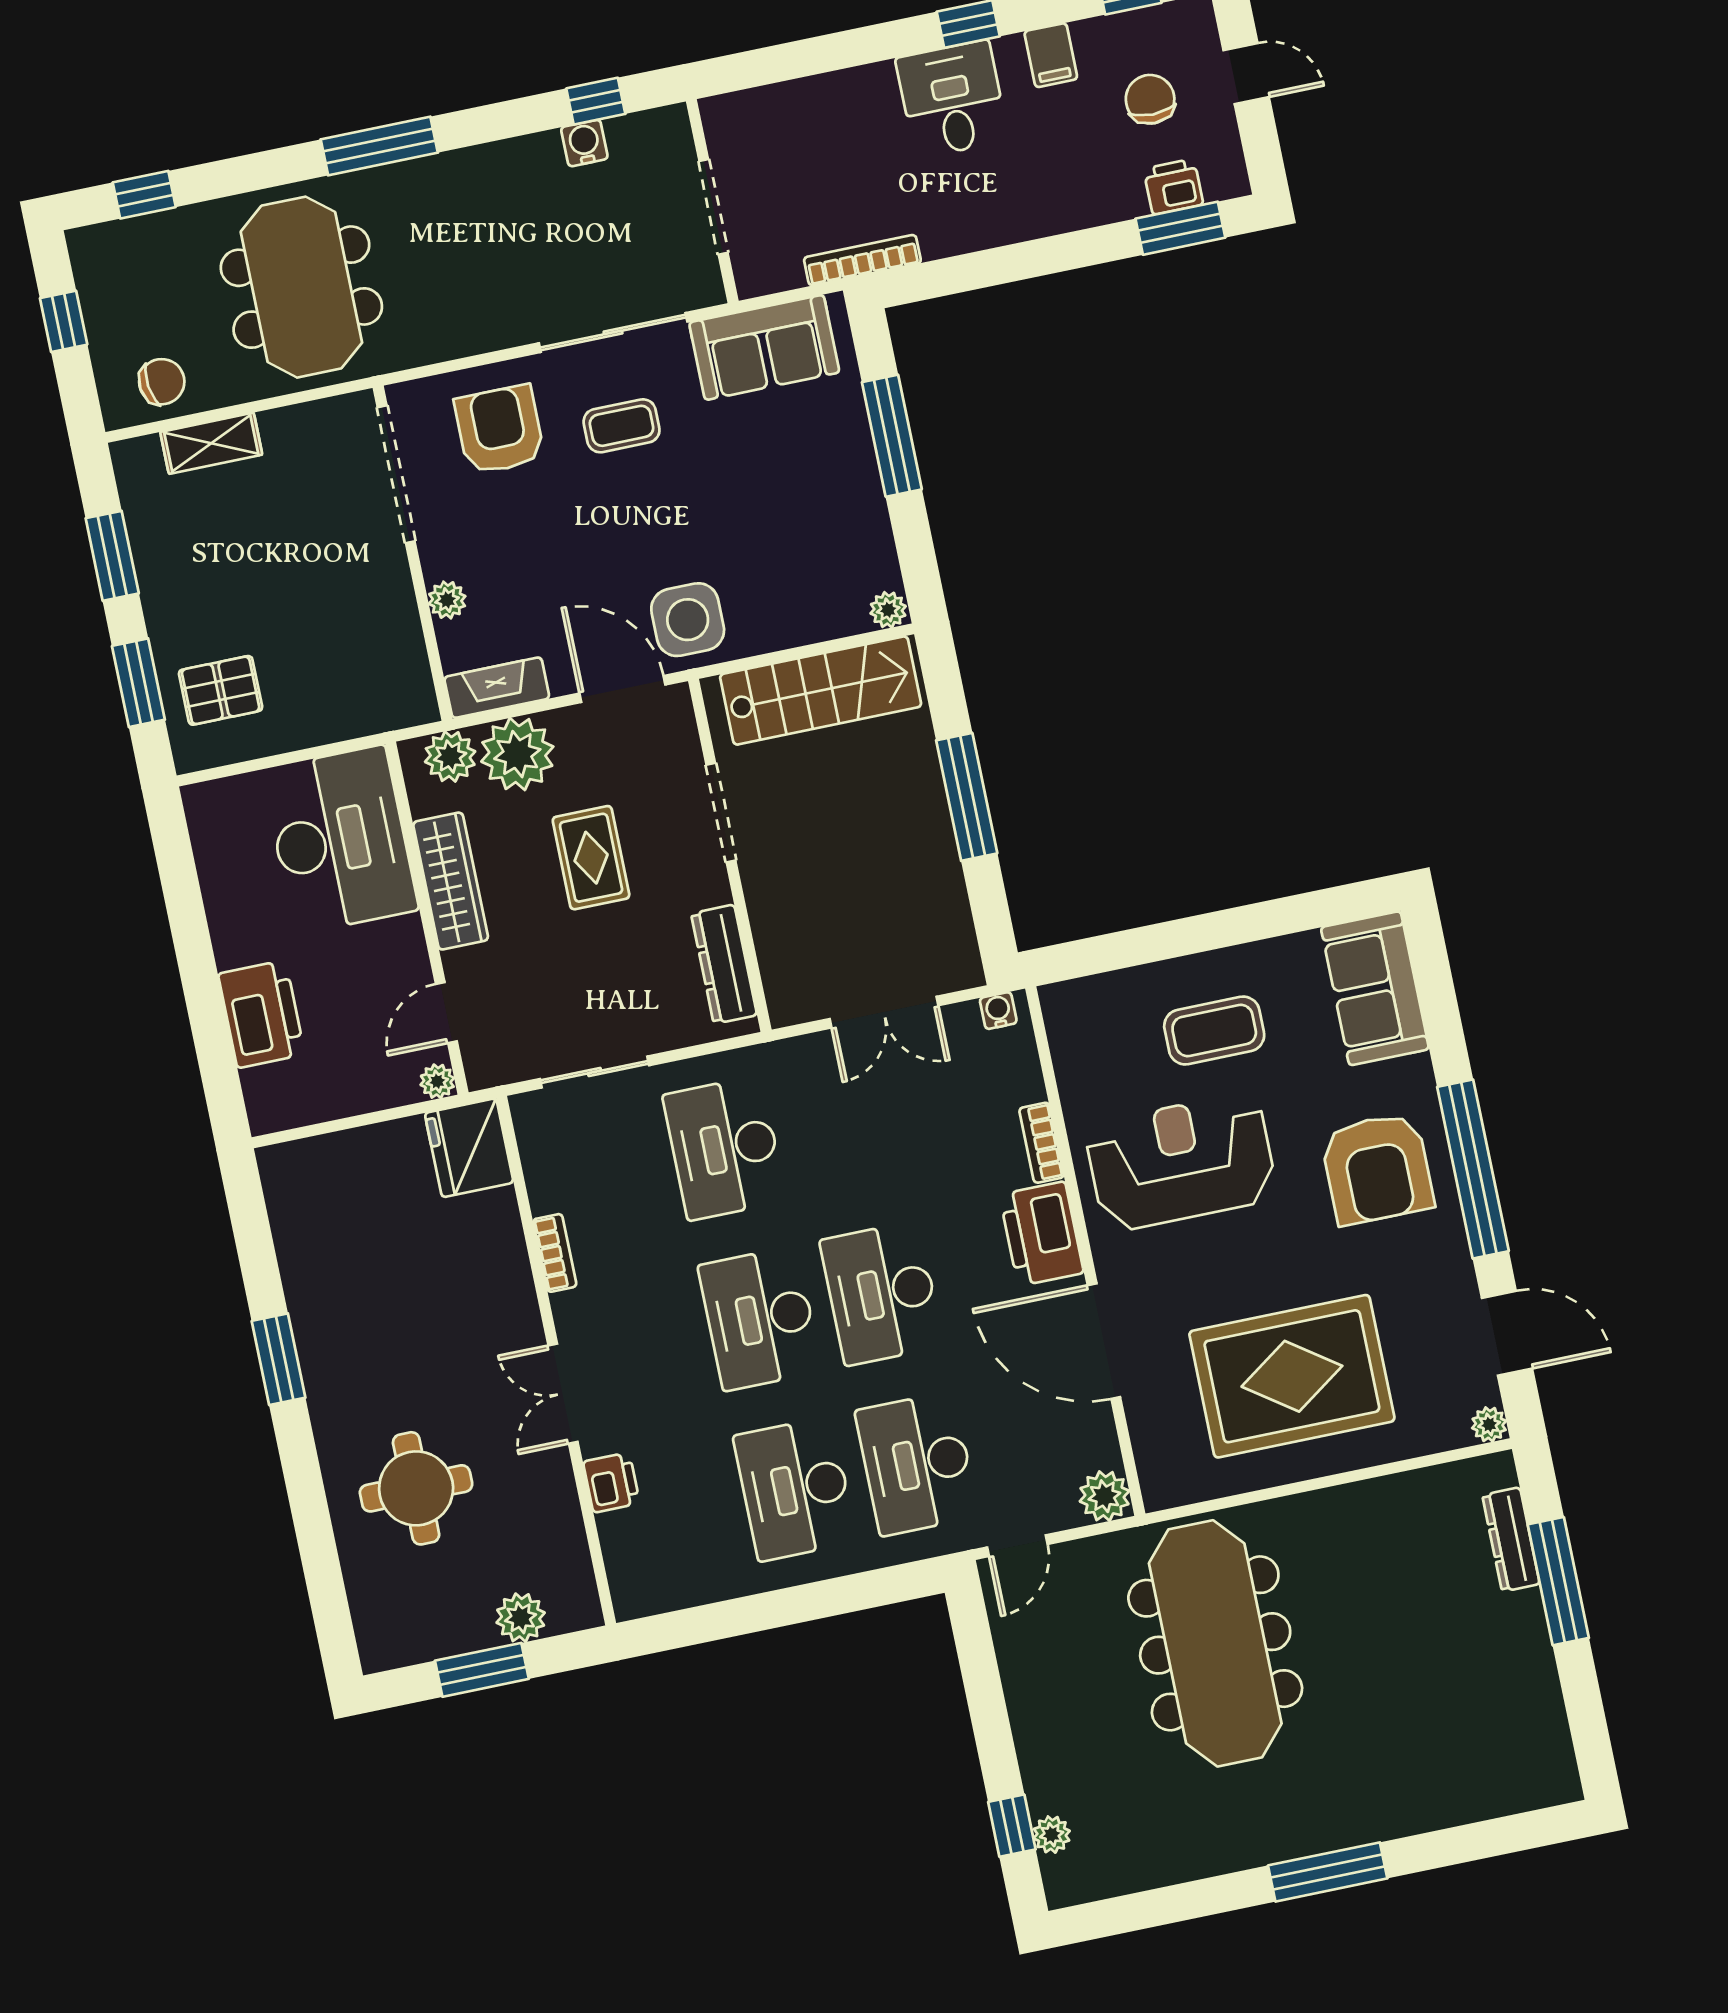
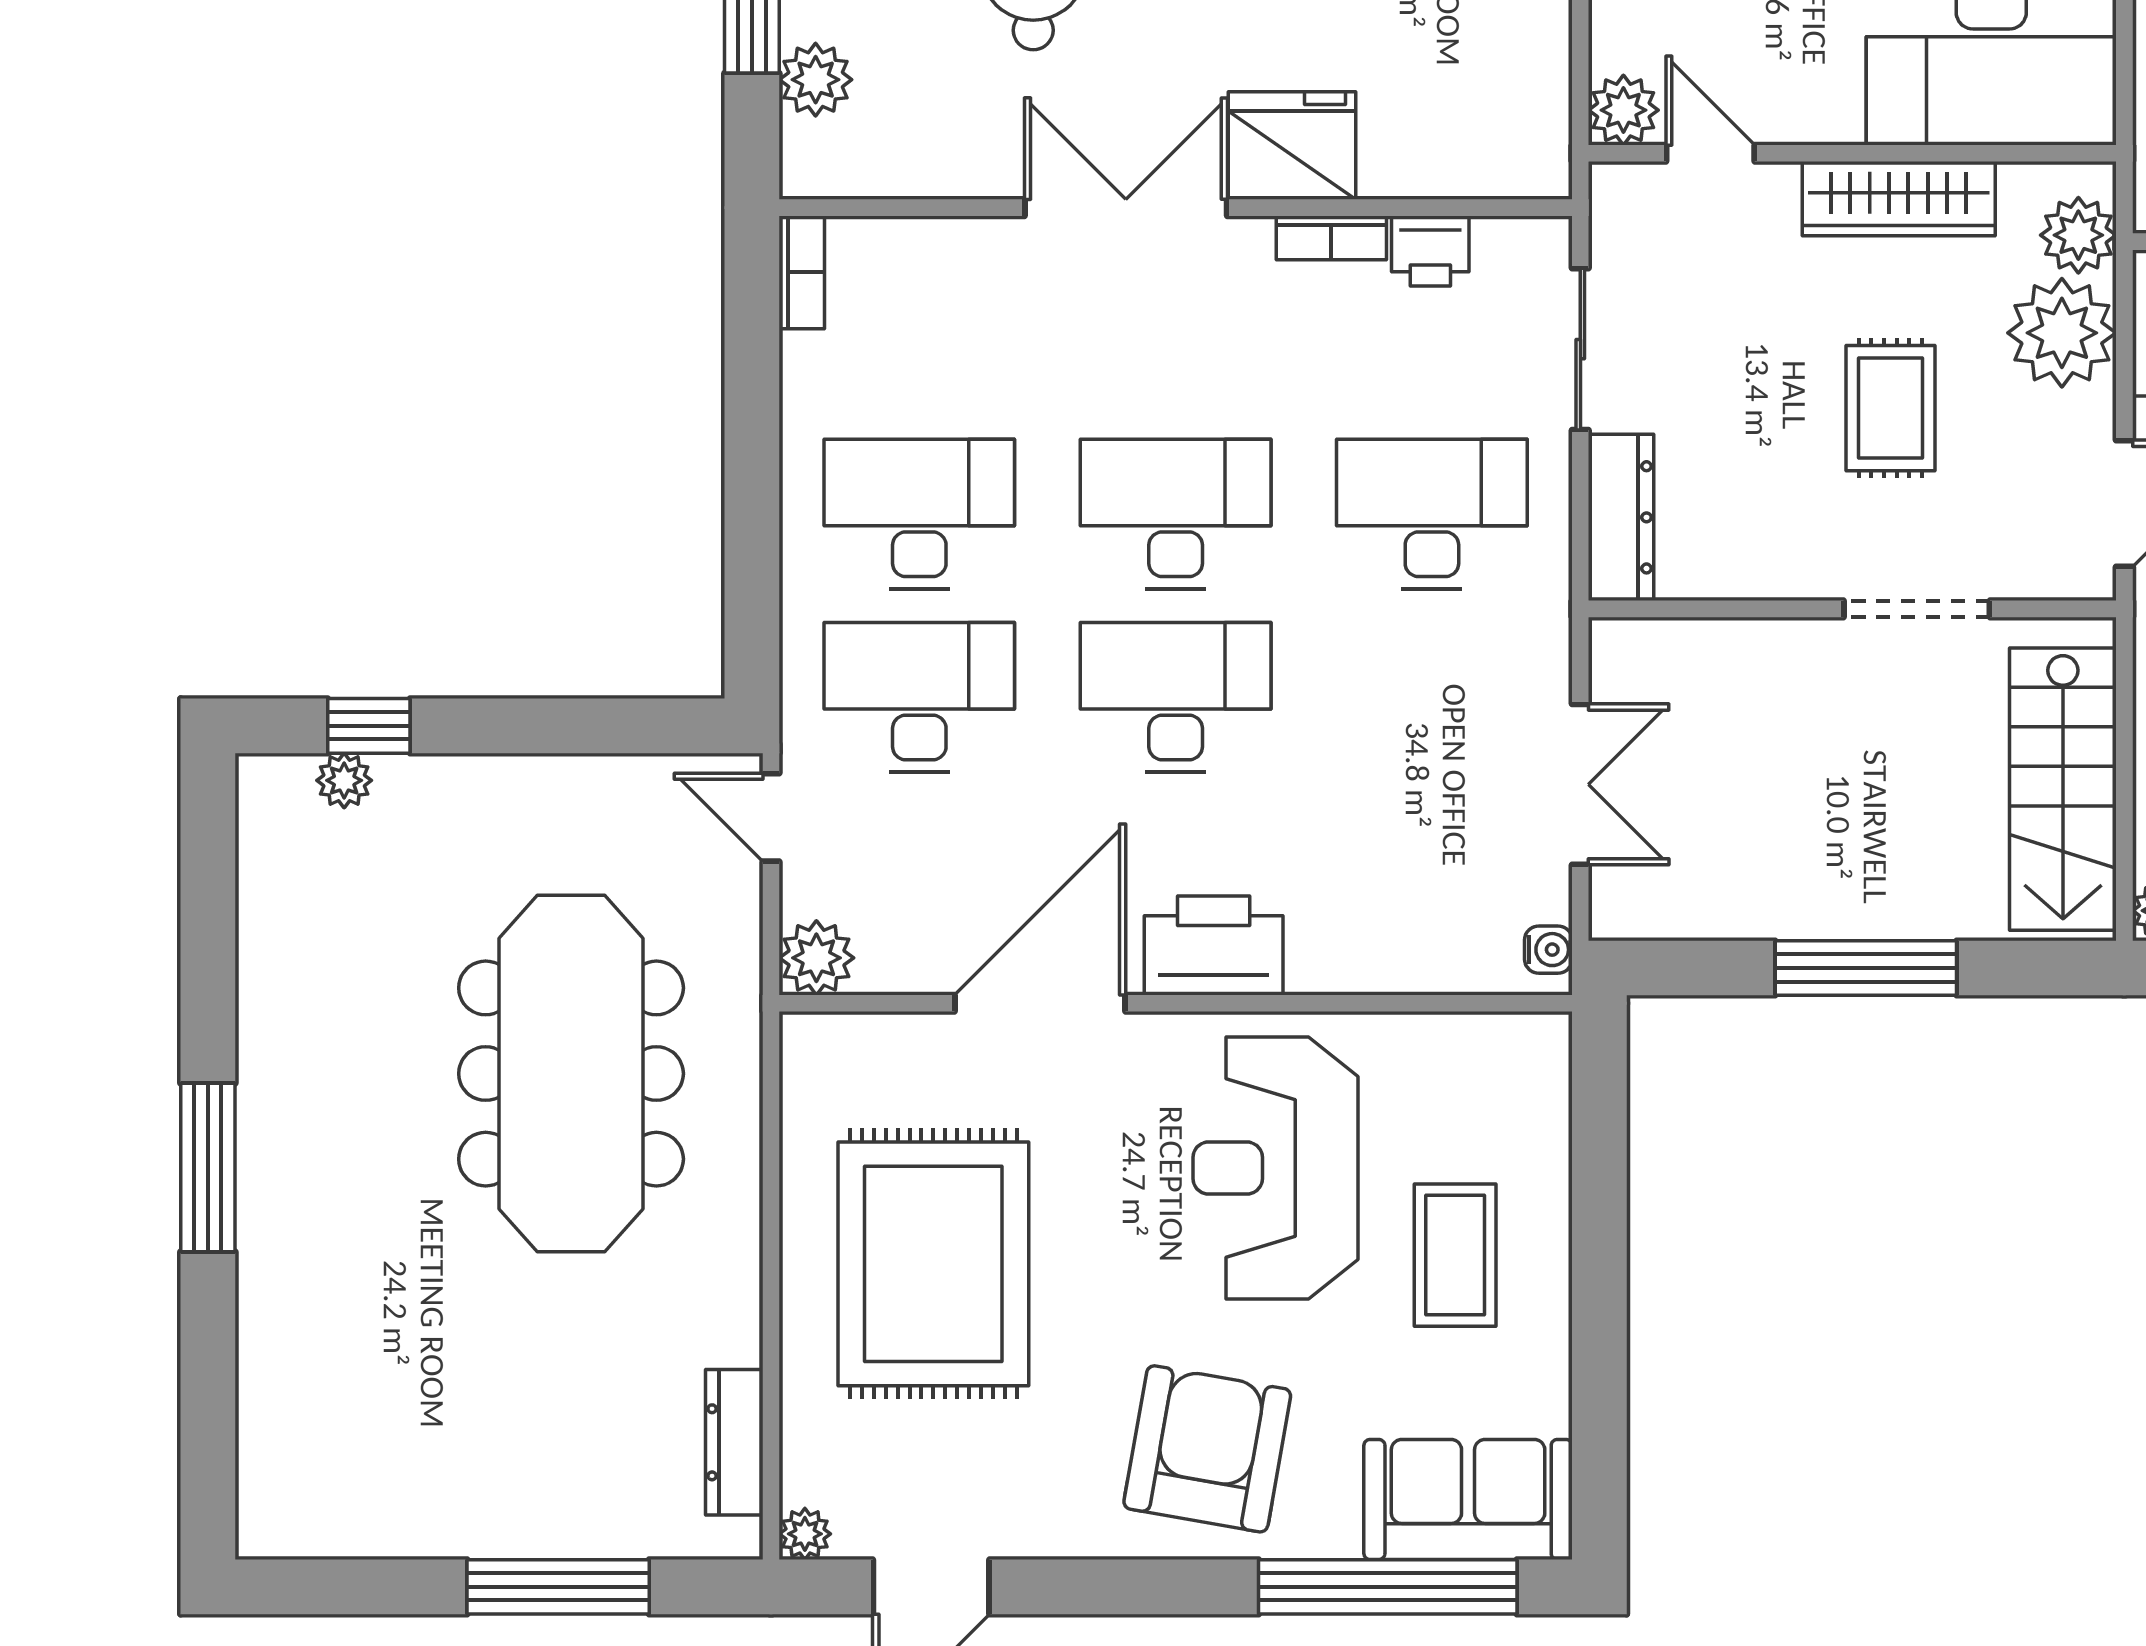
rug: (591, 858) -> (1890, 408), turned 90
dresser: (724, 964) -> (1621, 517), moved, turned 90
double door: (884, 1012) -> (1580, 784), swing flipped
plant: (437, 1081) -> (1623, 110), width x1.38, depth x1.38
bookcase: (1041, 1143) -> (802, 272), moved, turned 90
fridge: (469, 1148) -> (1292, 146), moved
reception desk: (1181, 1162) -> (1276, 1168), turned 180
armchair: (1377, 1169) -> (1207, 1449), turned 100
window: (1473, 1169) -> (1388, 1587), moved
double door: (563, 1394) -> (1126, 208), width x1.37
printer: (611, 1482) -> (1430, 251), moved
dresser: (1511, 1539) -> (734, 1442), moved, turned -90
meeting table: (1215, 1643) -> (571, 1074), turned 90

